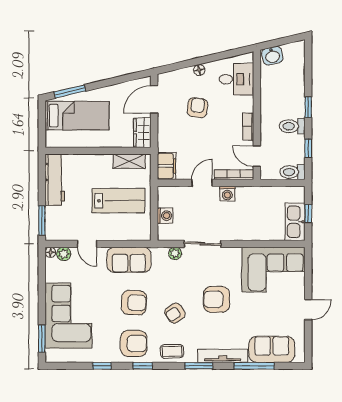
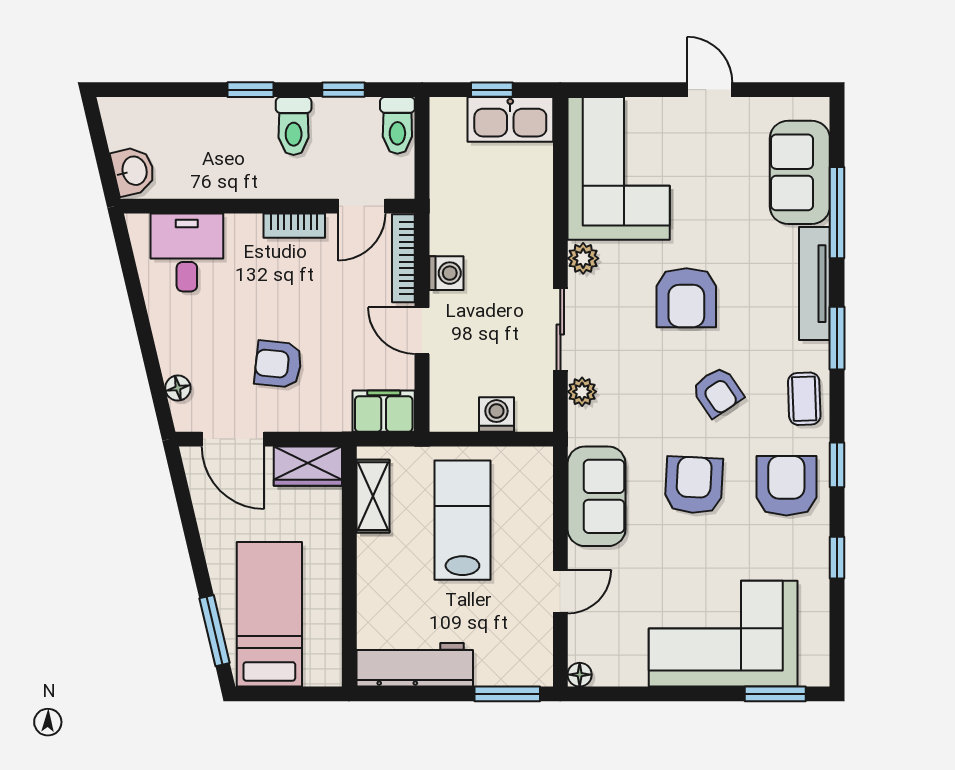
floor lamp: (199, 70) -> (178, 388), moved
armchair: (197, 108) -> (278, 364), moved
plant: (64, 254) -> (583, 258), moved

